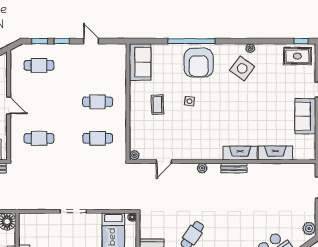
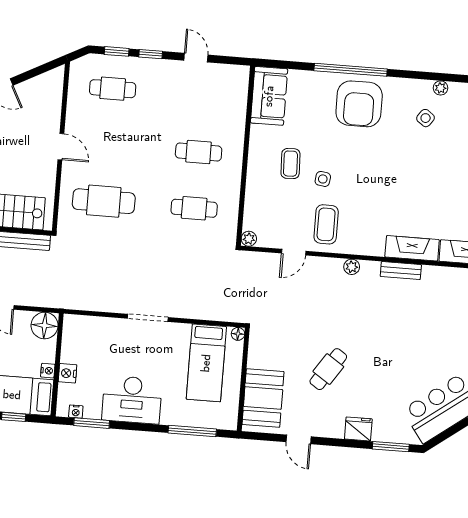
side table: (242, 68) -> (426, 118), width x0.54, depth x0.54
side table: (189, 101) -> (323, 179), moved
cafe table: (39, 138) -> (104, 201), width x1.37, depth x1.35
coffee table: (183, 142) -> (326, 224), added

